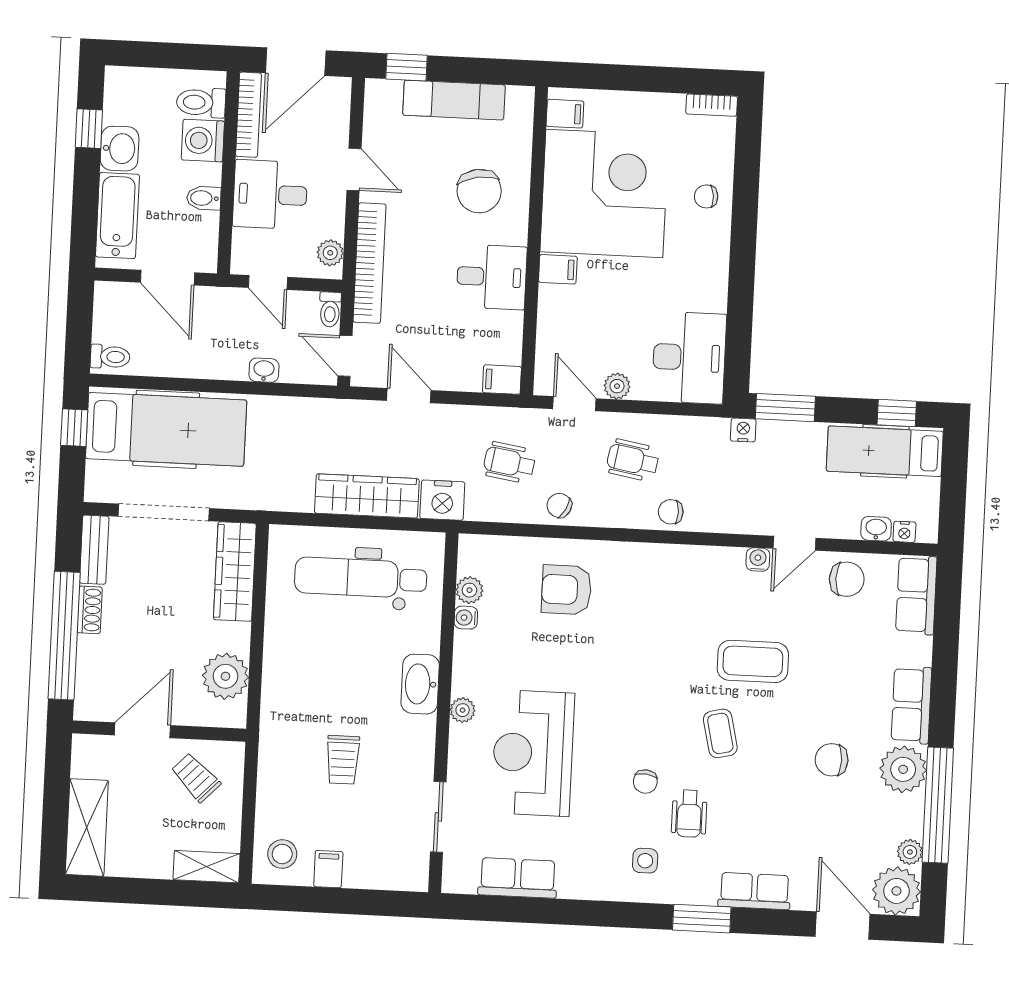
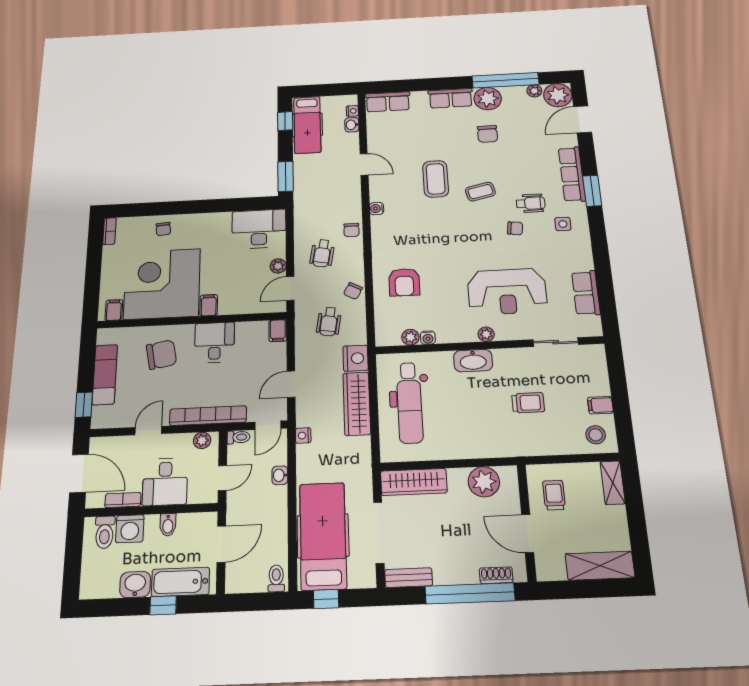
bookcase: (248, 115) -> (123, 500), width x0.64
window: (89, 129) -> (163, 605), moved
nightstand: (743, 430) -> (303, 435), moved
water cooler: (758, 559) -> (377, 209), moved
chair: (847, 579) -> (382, 136), removed
shoe rack: (90, 610) -> (496, 575), moved
trolley: (196, 777) -> (554, 495), turned 136
row of seats: (754, 891) -> (572, 174), width x1.48

